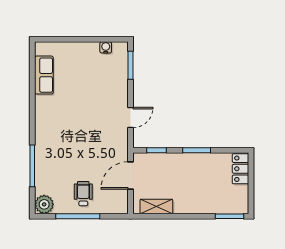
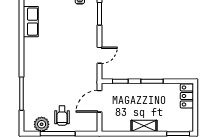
wheelchair: (83, 194) -> (62, 116), turned 180
plant: (44, 204) -> (42, 124), moved
shelving: (156, 206) -> (144, 126), moved

